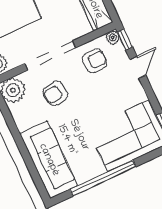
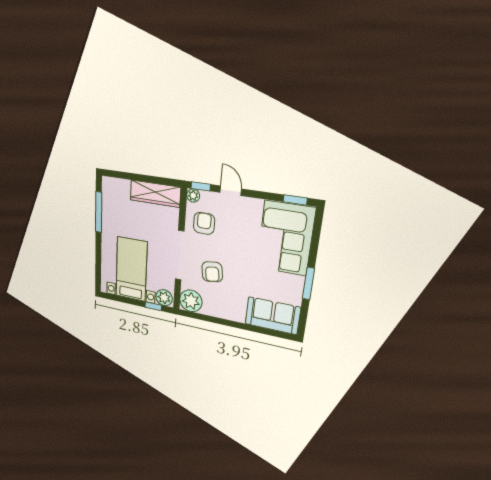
sofa: (49, 160) -> (273, 316), width x0.73
window: (103, 178) -> (308, 283), width x0.47

